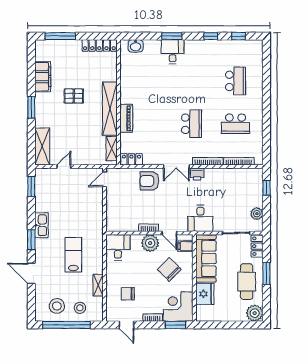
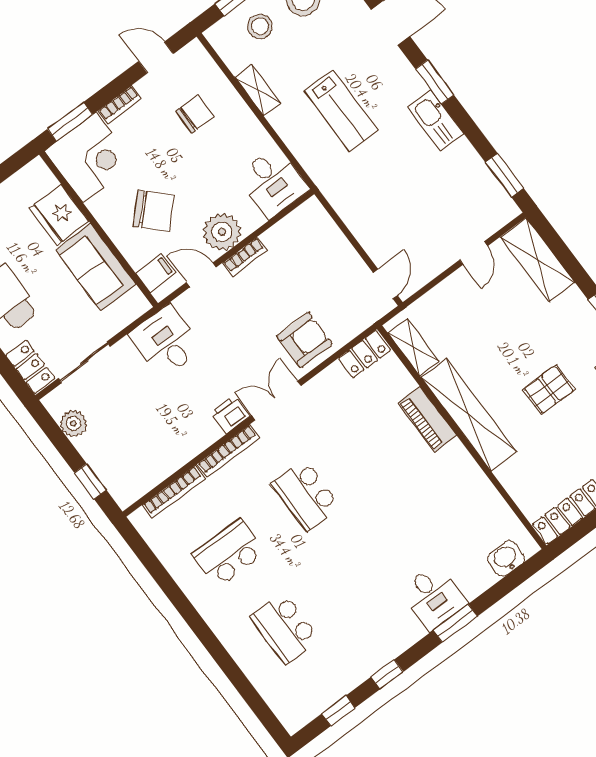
sofa: (206, 259) -> (96, 267), width x0.73

